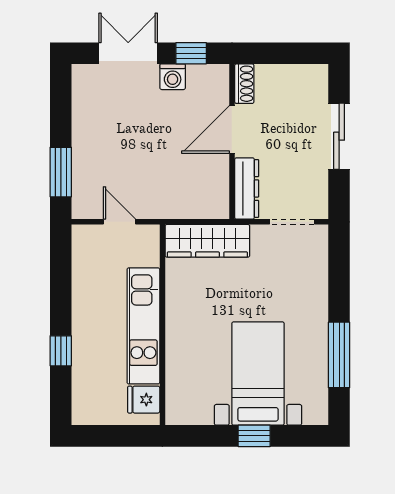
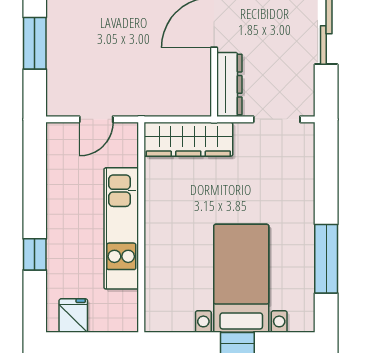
window: (61, 172) -> (35, 43), moved
door: (119, 222) -> (96, 119), swing flipped
fridge: (144, 400) -> (73, 315), moved, turned 90

